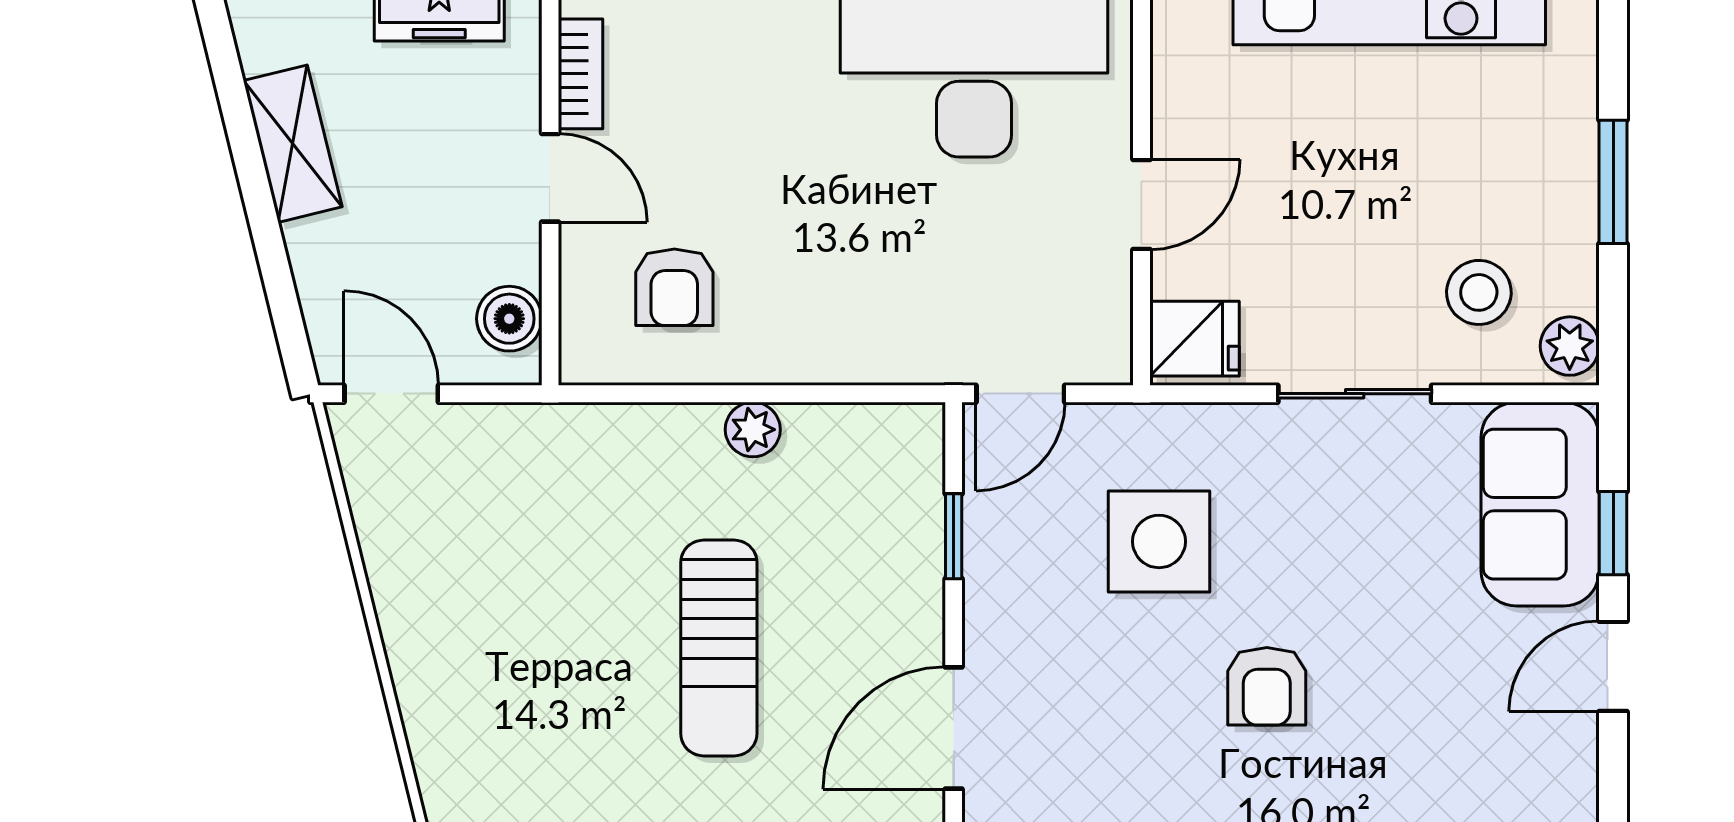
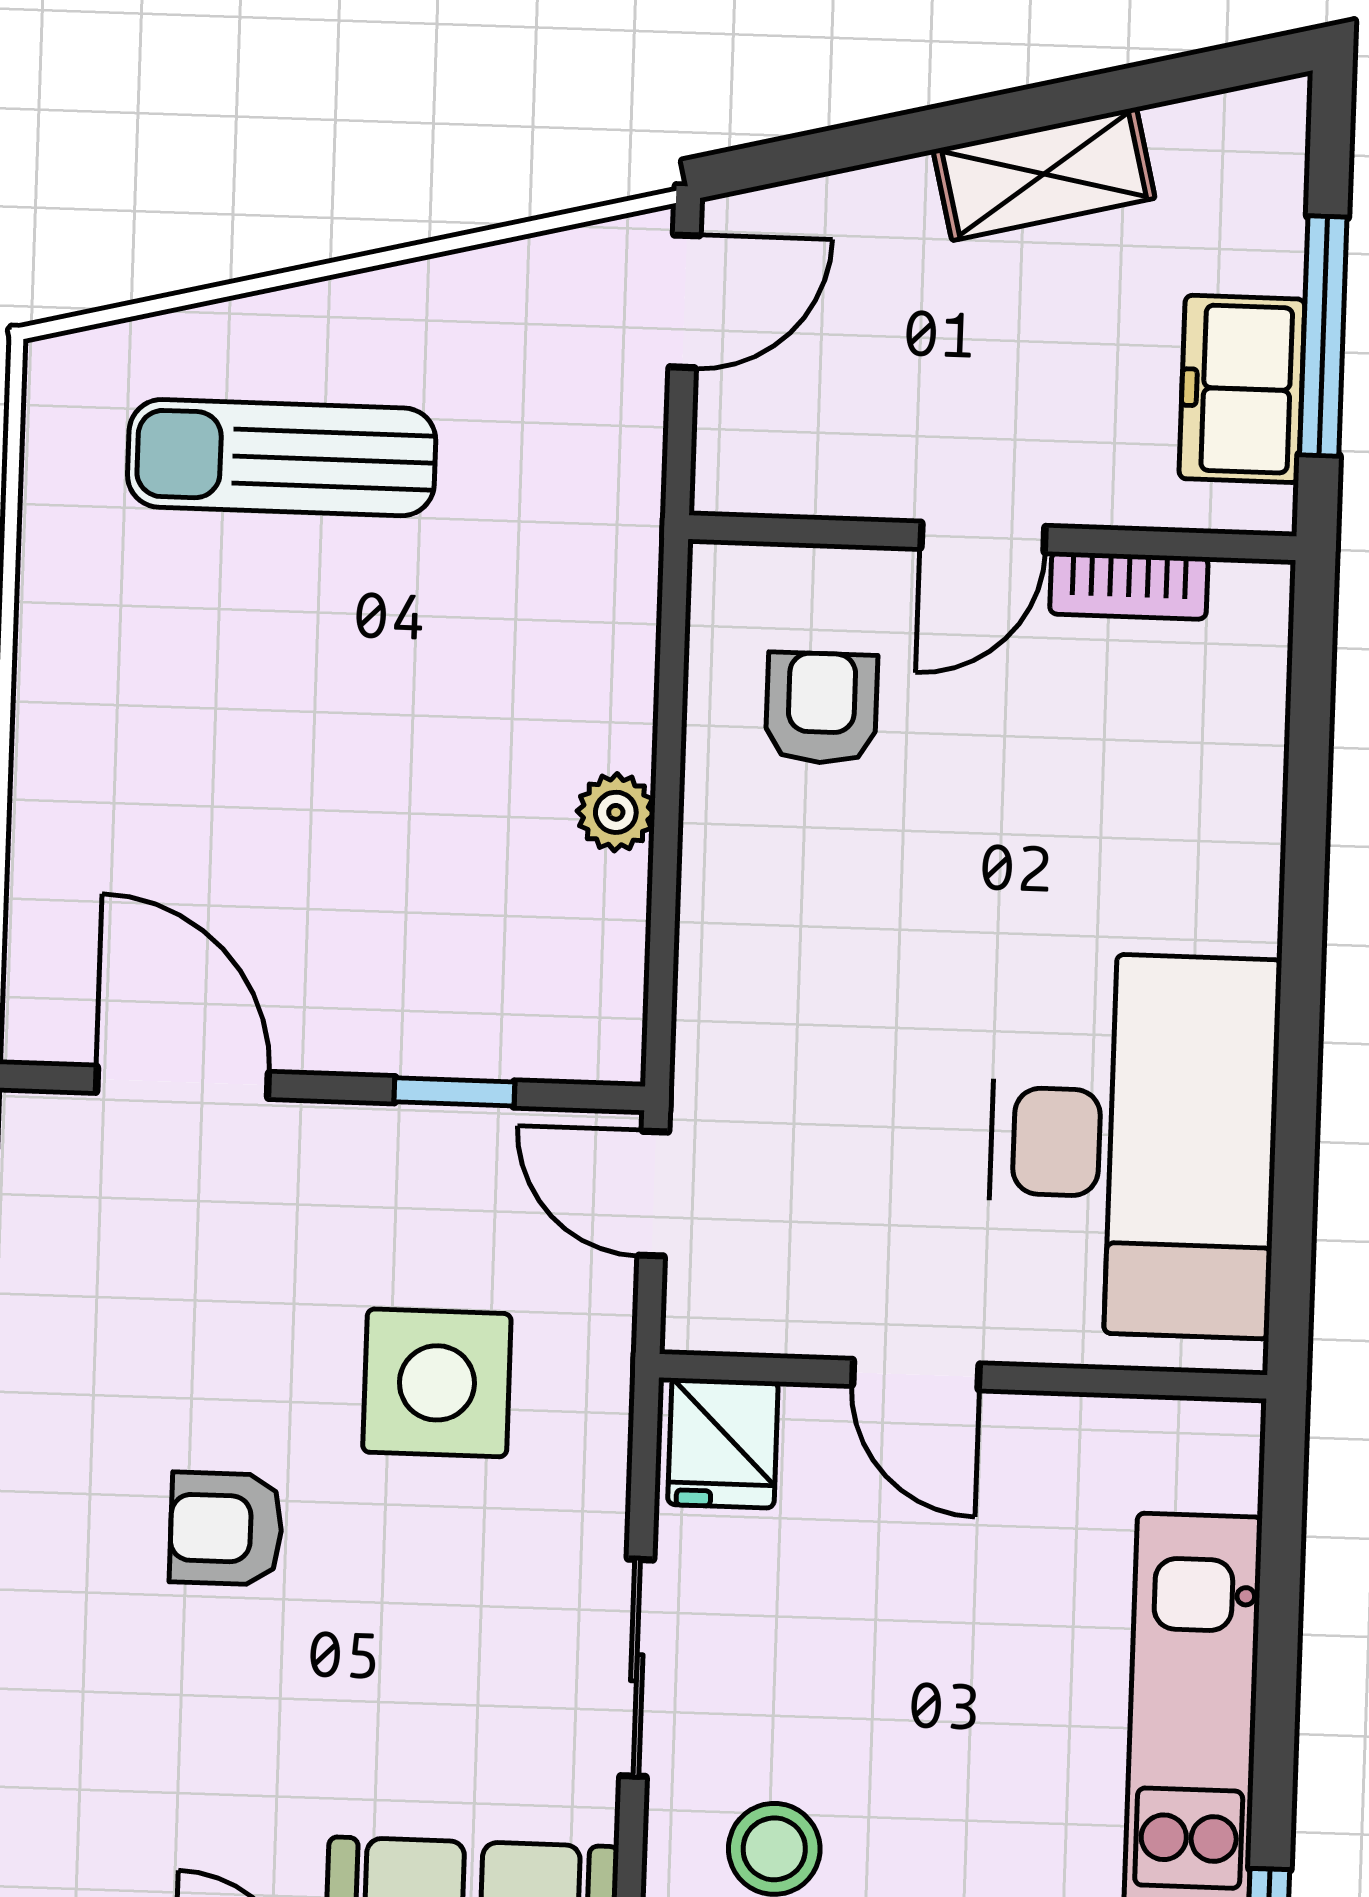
armchair: (674, 287) -> (821, 708), turned 90
boiler: (509, 319) -> (785, 472), removed
sun lounger: (719, 648) -> (282, 458), moved

